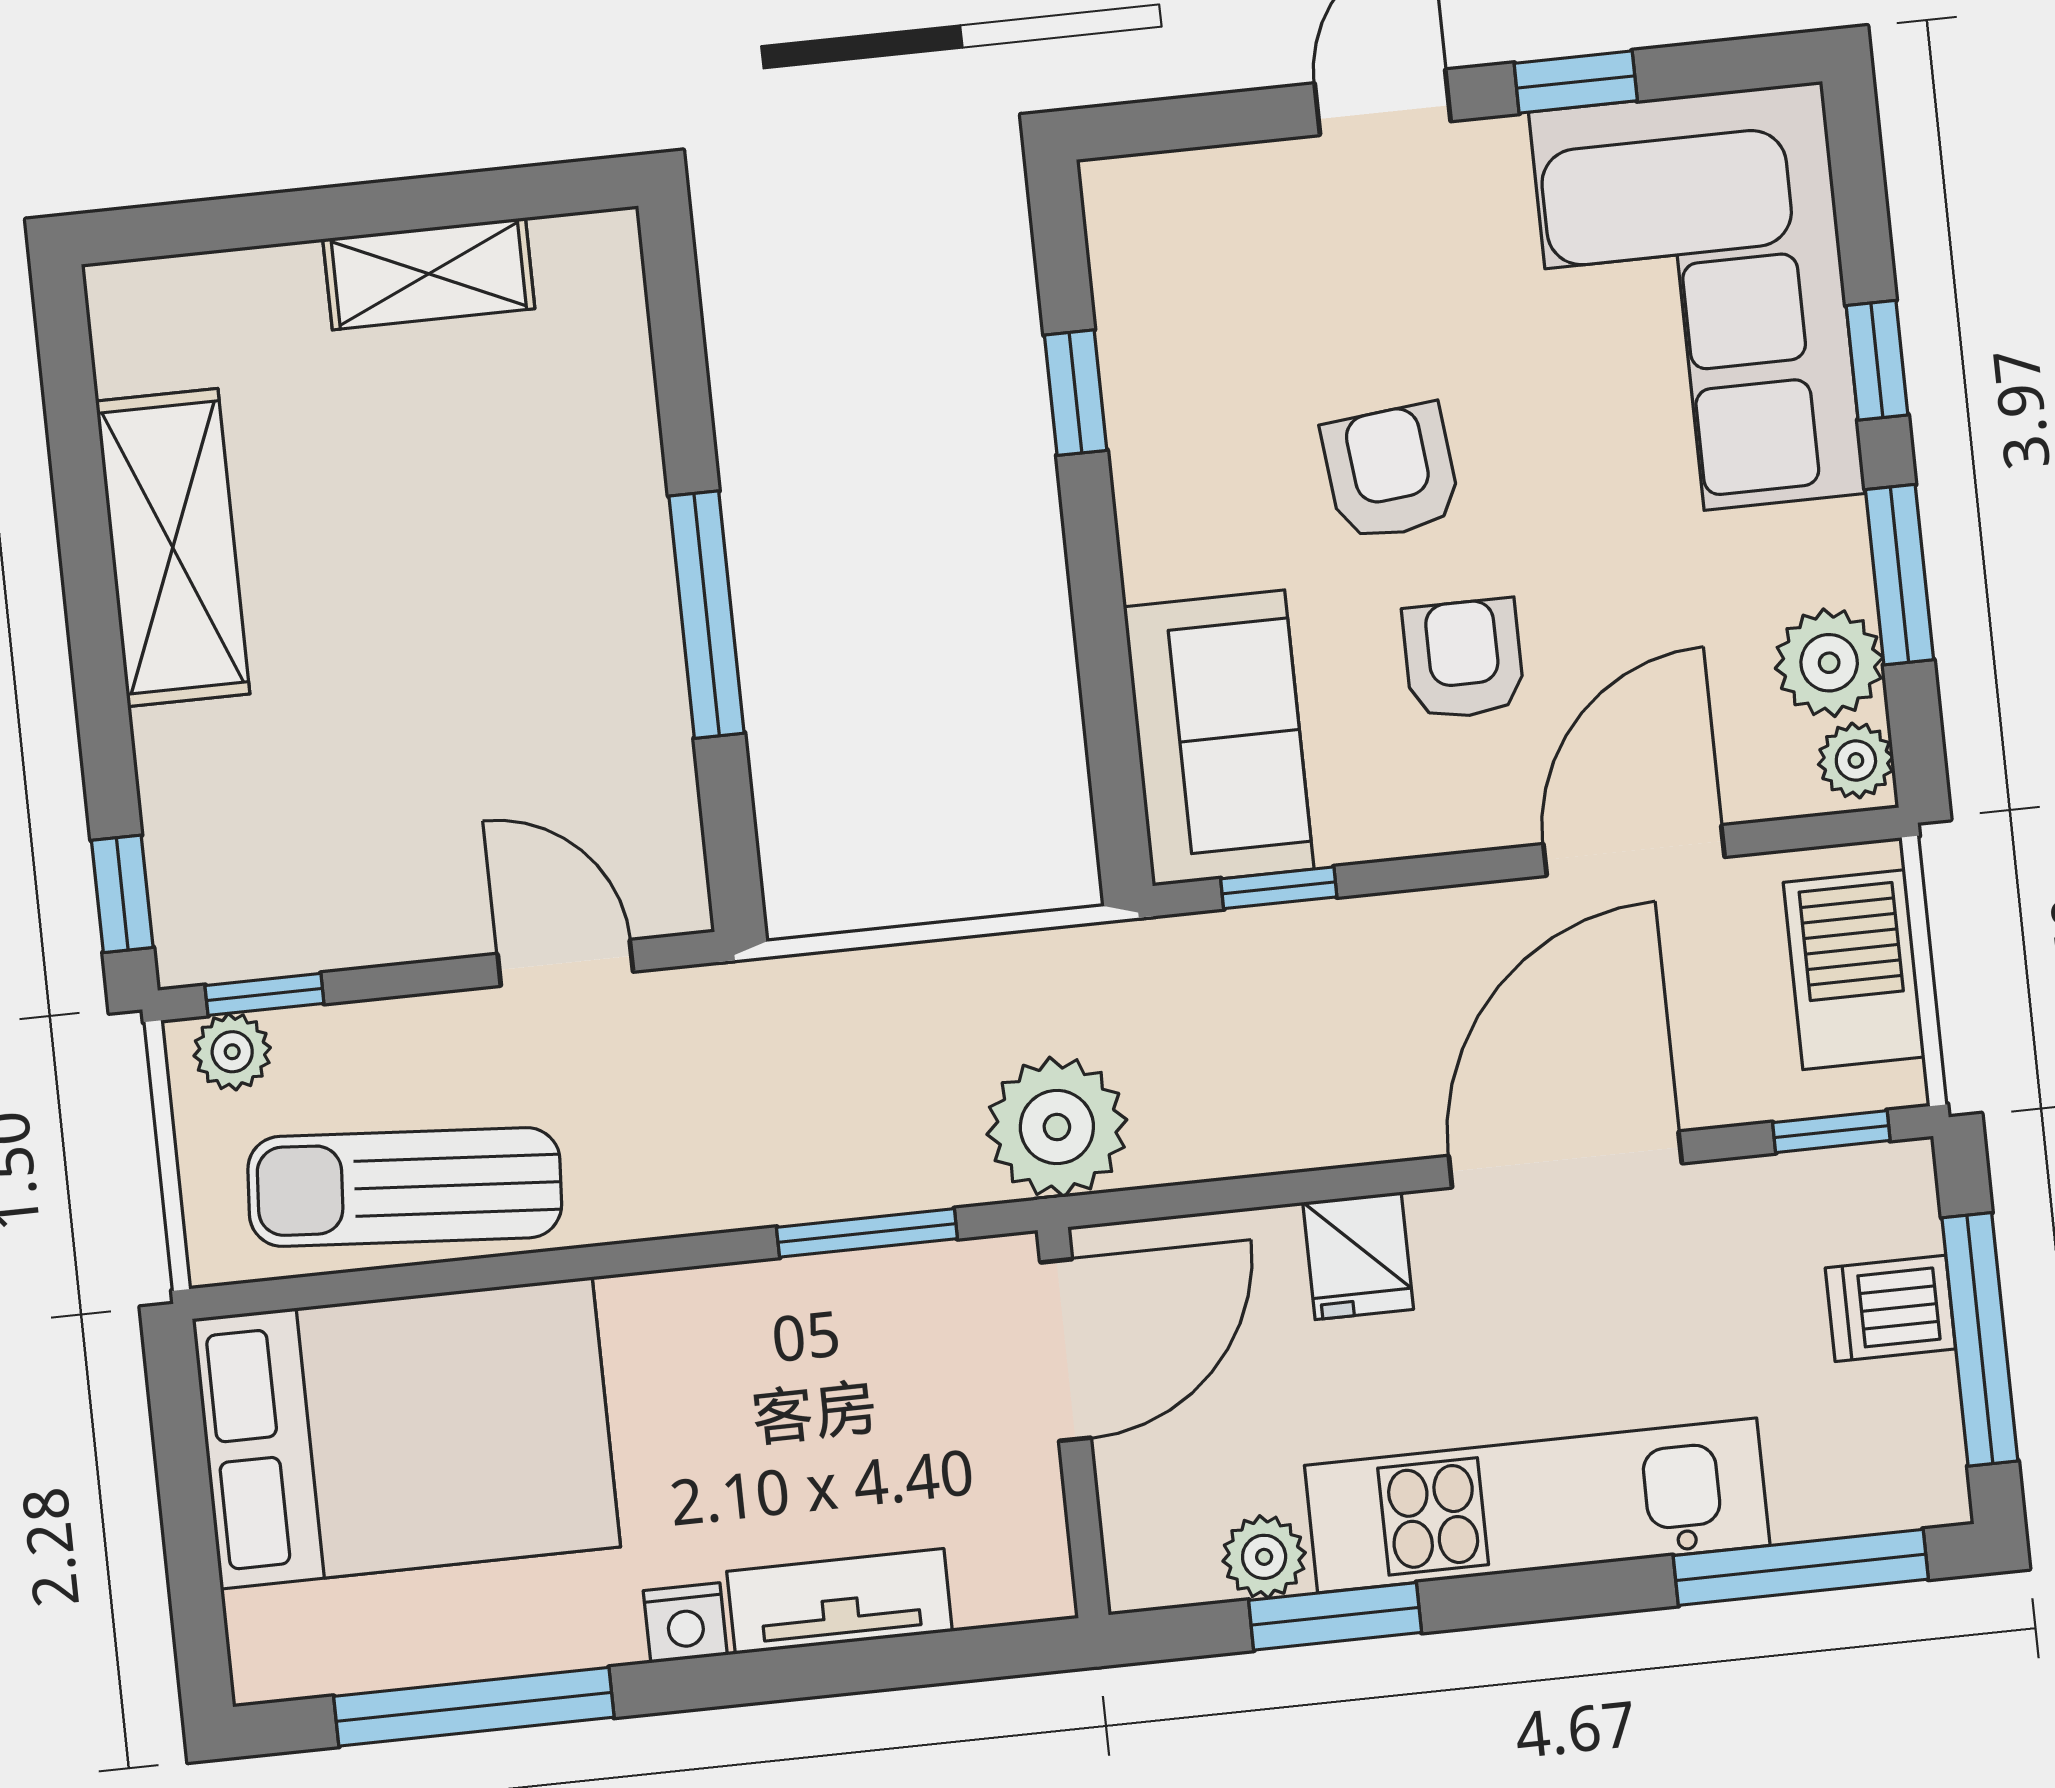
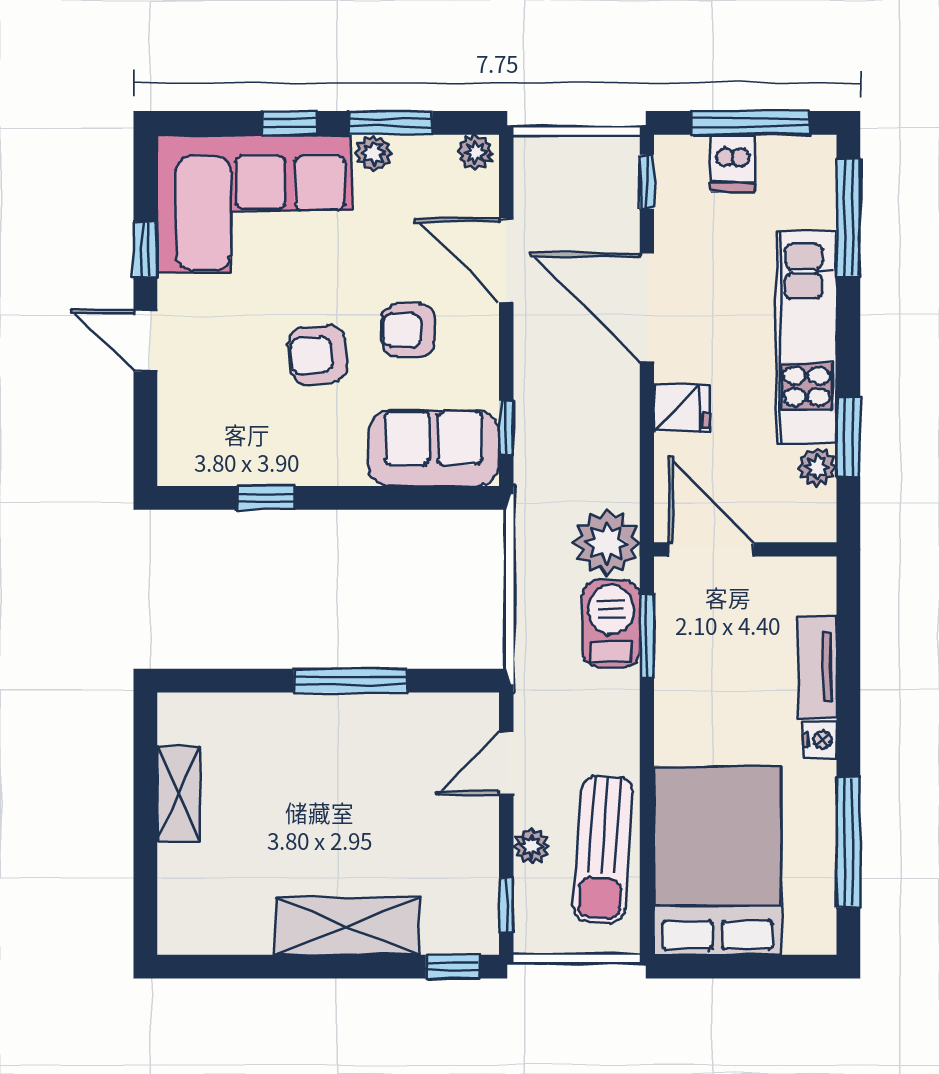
shelving: (173, 547) -> (348, 926), moved
plant: (1829, 663) -> (373, 153), moved, width x0.73, depth x0.73
barbecue: (1854, 970) -> (611, 623), moved, turned 90
plant: (232, 1052) -> (531, 846), moved

